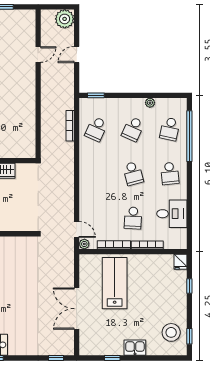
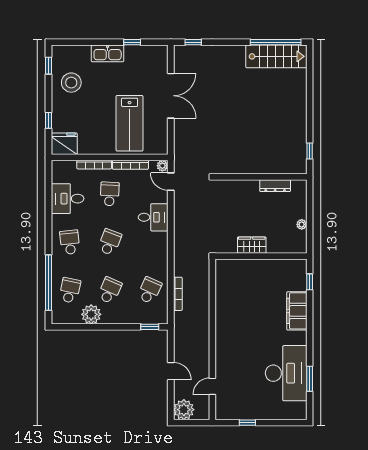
door: (77, 54) -> (171, 371), hinge flipped
door: (38, 55) -> (212, 386), moved
plant: (150, 103) -> (91, 314), width x1.87, depth x1.87
school desk: (133, 173) -> (110, 242), turned 36
desk: (93, 196) -> (153, 217), added
fridge: (181, 262) -> (64, 144), width x1.88, depth x1.34
stool: (171, 332) -> (71, 83), moved
kitchen sink: (135, 348) -> (108, 53), width x1.38

